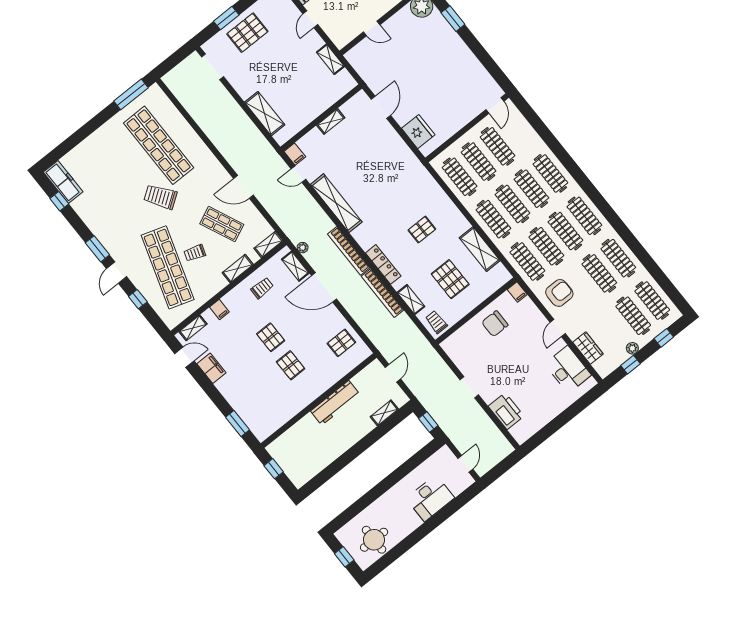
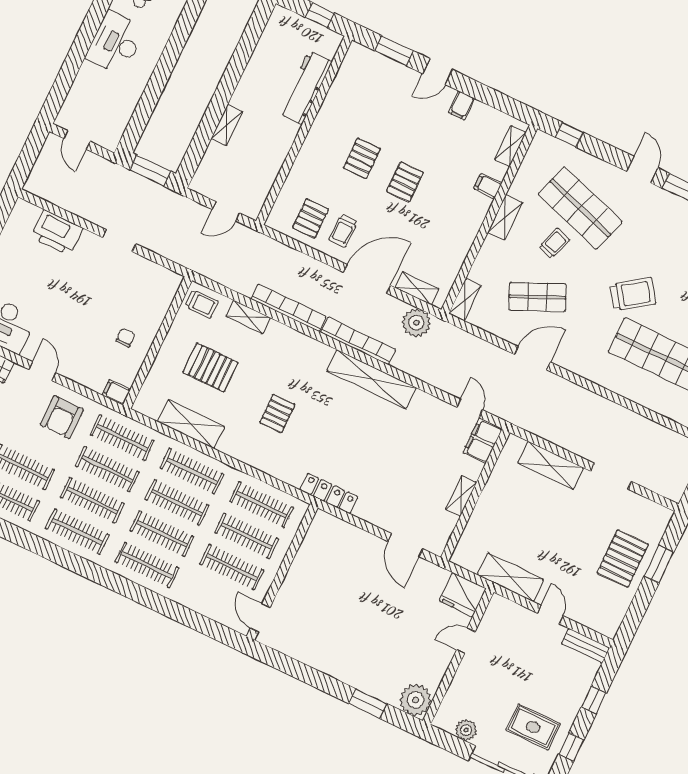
shelving: (330, 59) -> (510, 577), width x1.50, depth x1.33
doorway: (213, 67) -> (611, 476), moved
fridge: (418, 132) -> (463, 595), moved
filing cabinet: (295, 154) -> (483, 441), width x2.00
door: (299, 174) -> (470, 409), hinge flipped
shelving: (336, 203) -> (372, 379), moved
plant: (303, 248) -> (416, 323), width x1.88, depth x1.88
locker: (383, 264) -> (329, 493), moved, turned 180
shop shelf: (168, 267) -> (580, 208), width x0.71
shelving: (238, 269) -> (505, 217), moved
trolley: (262, 288) -> (343, 231), moved
window: (138, 299) -> (569, 135), moved
chair: (495, 324) -> (126, 338), width x0.54, depth x0.54
pallet: (271, 337) -> (405, 182), turned 90
door: (184, 357) -> (438, 72), moved
pallet: (291, 365) -> (362, 158), turned 90
filing cabinet: (211, 368) -> (462, 106), width x0.50
door: (393, 373) -> (226, 211), hinge flipped
workbench: (335, 403) -> (306, 87), moved
shelving: (384, 413) -> (227, 125), moved
window: (428, 422) -> (150, 171), width x1.50
desk: (430, 498) -> (115, 43), moved

